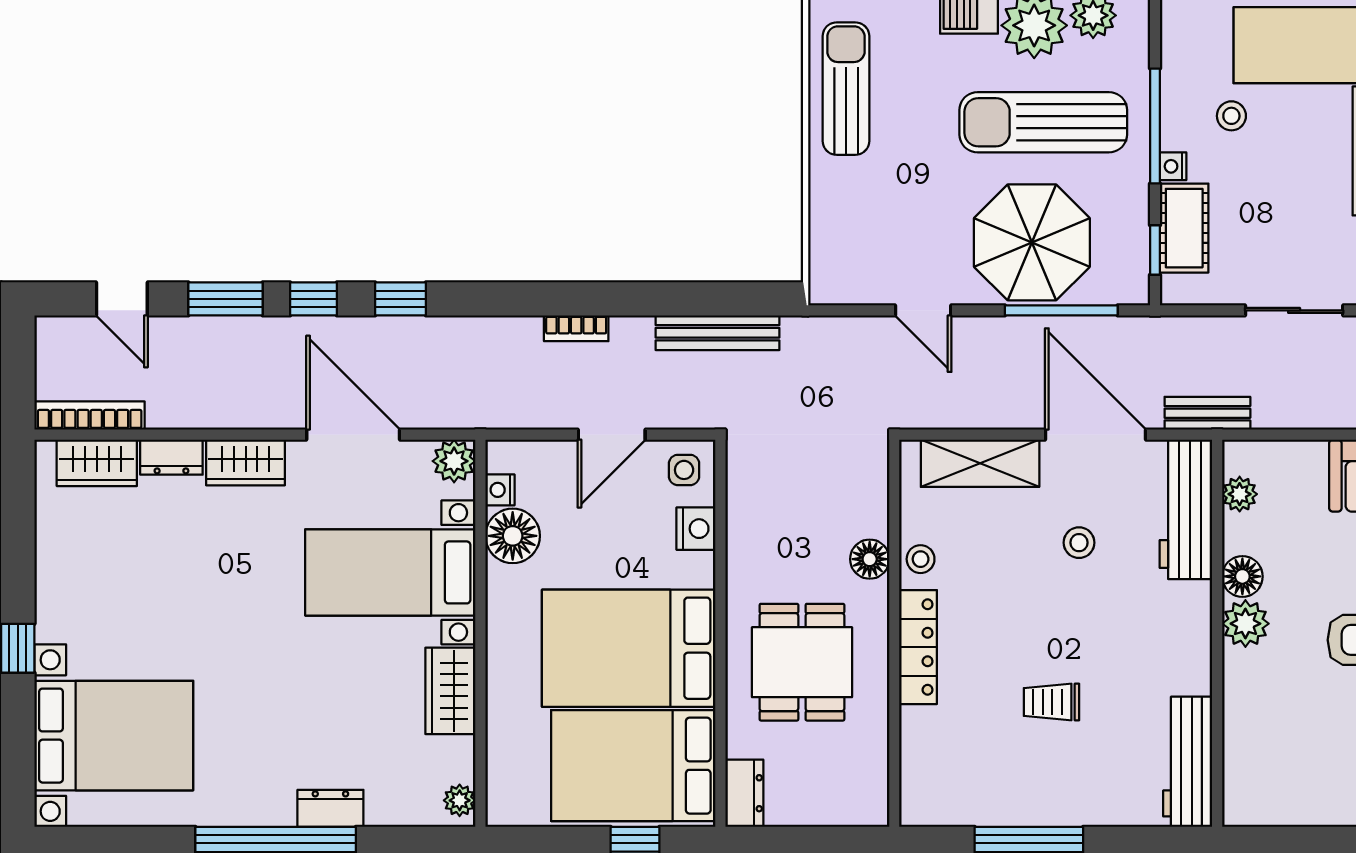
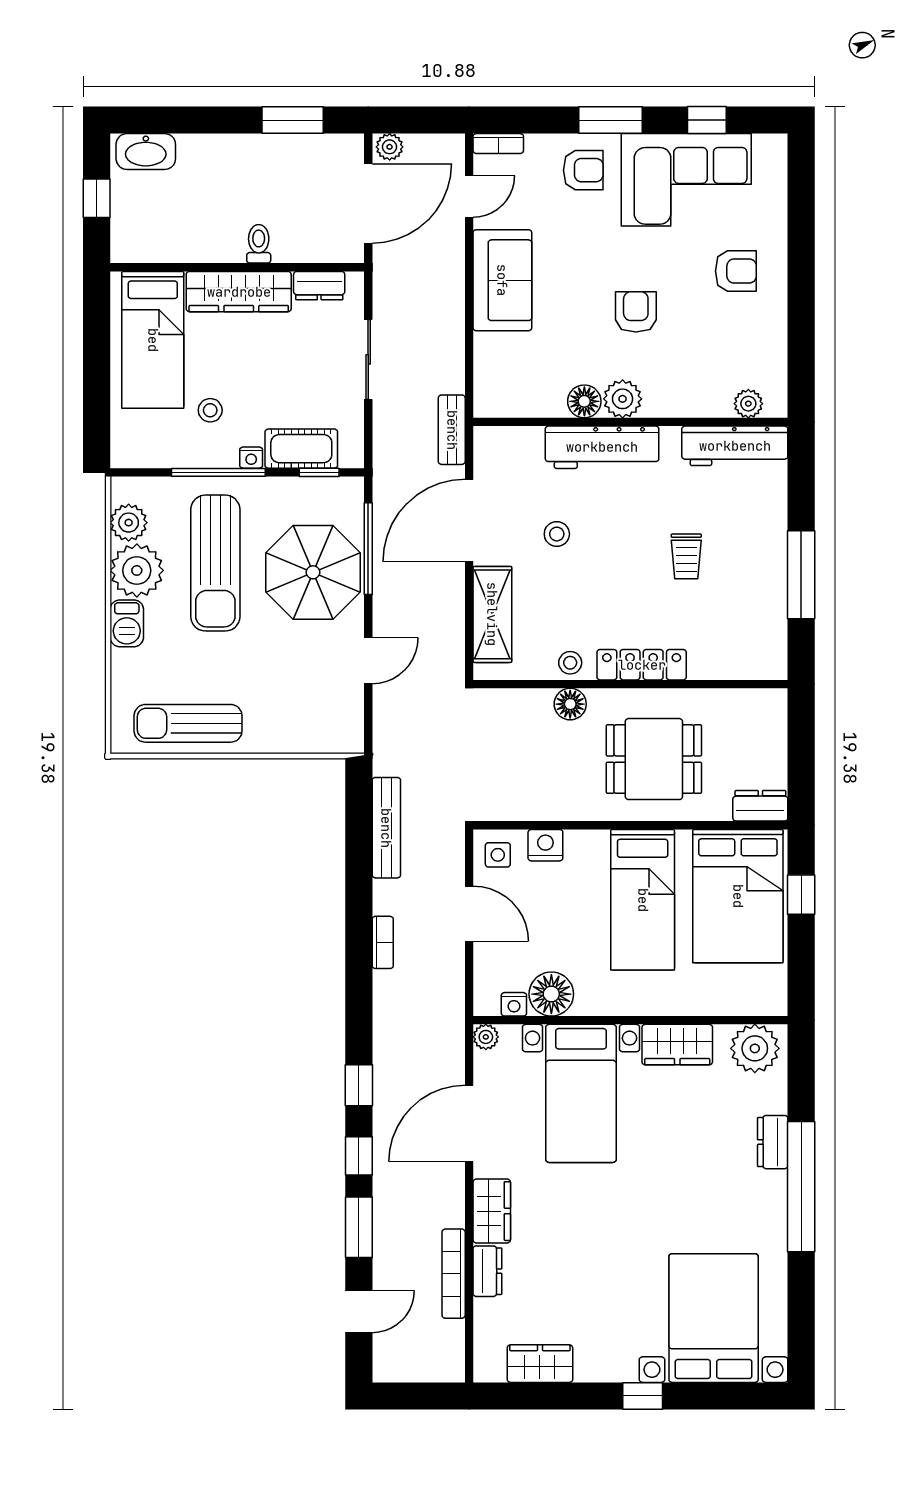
bookcase: (90, 416) -> (454, 1274), moved
plant: (454, 461) -> (486, 1037), width x0.73, depth x0.73
wardrobe: (97, 463) -> (540, 1364), moved, turned -90
plant: (1240, 494) -> (748, 404), moved
workbench: (1186, 509) -> (602, 447), moved
bed: (629, 648) -> (643, 900), width x0.67
plant: (460, 800) -> (755, 1048), width x1.88, depth x1.88

